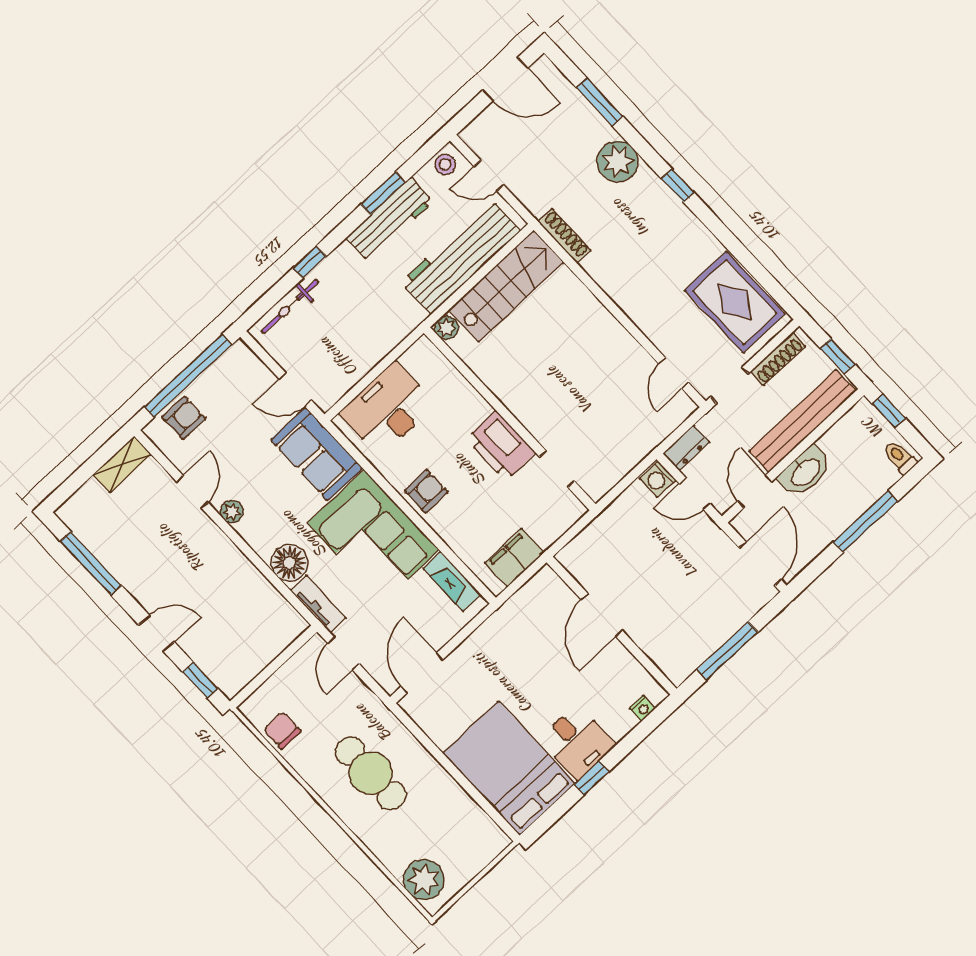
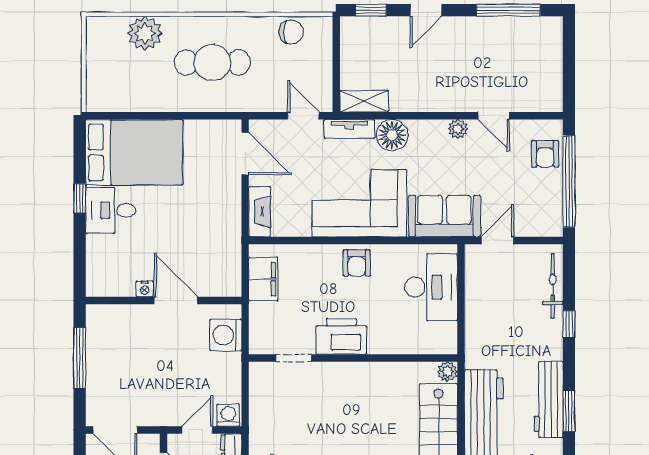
shelving: (122, 464) -> (364, 101), moved, turned 90
washing machine: (592, 545) -> (226, 335), added
fireplace: (452, 581) -> (260, 212), moved, turned 90
nightstand: (643, 708) -> (145, 289), moved, turned -90
plant: (424, 880) -> (145, 33), moved

